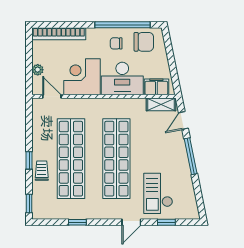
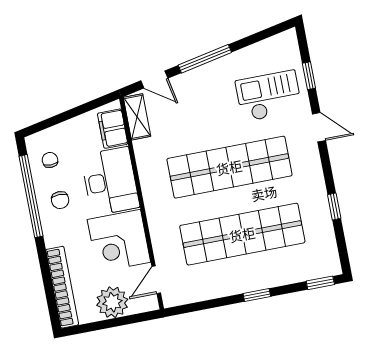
chair: (144, 42) -> (50, 160), width x0.54, depth x0.54
plant: (38, 70) -> (112, 302), width x1.88, depth x1.88
trolley: (42, 171) -> (268, 274), removed
checkout: (158, 193) -> (269, 96), turned 180

